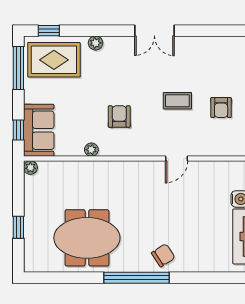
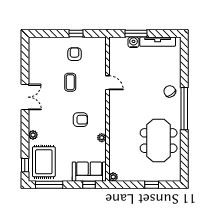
armchair: (221, 107) -> (75, 54), turned -90
armchair: (119, 117) -> (80, 120), turned 180

